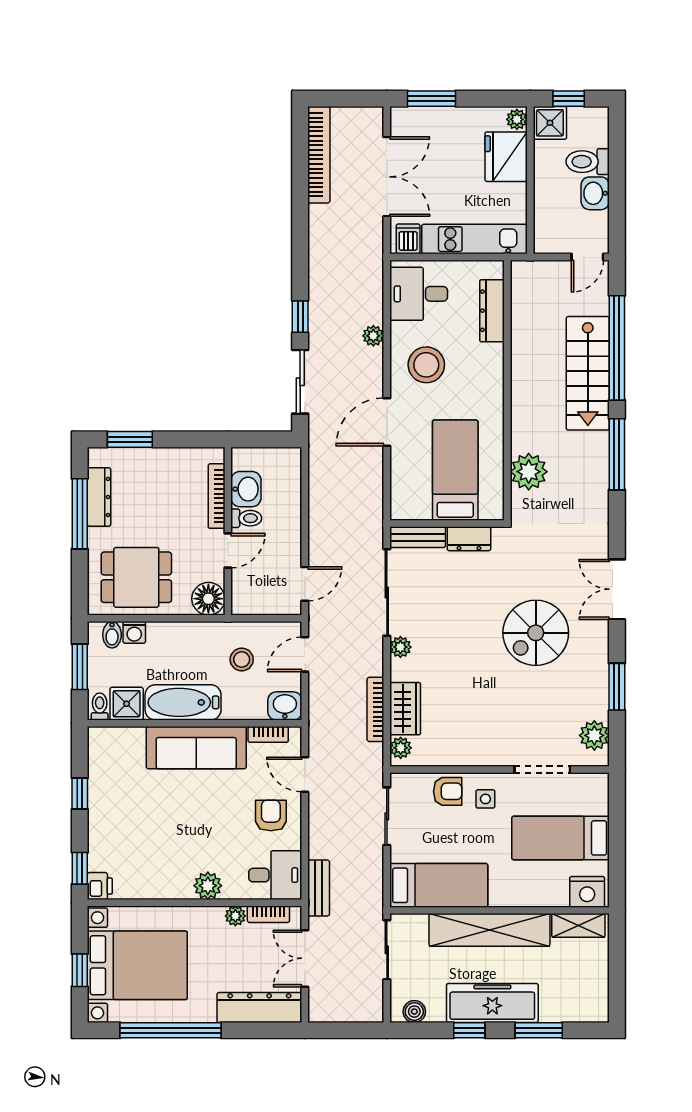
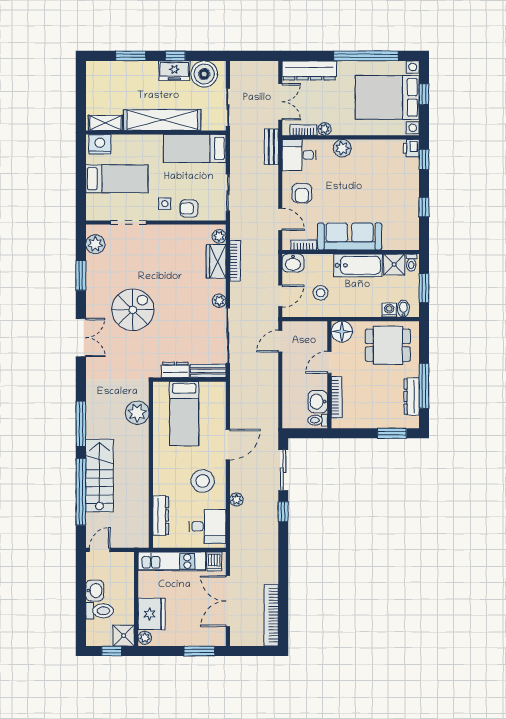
toilet: (246, 518) -> (318, 420), moved
freezer: (492, 1003) -> (174, 71), width x0.52, depth x0.79
boiler: (414, 1012) -> (204, 74), width x1.86, depth x1.86

